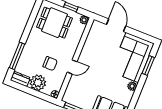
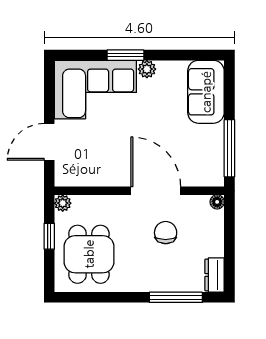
window: (148, 65) -> (126, 55), moved
door: (72, 67) -> (156, 191), width x1.87
plant: (38, 83) -> (209, 241), removed

